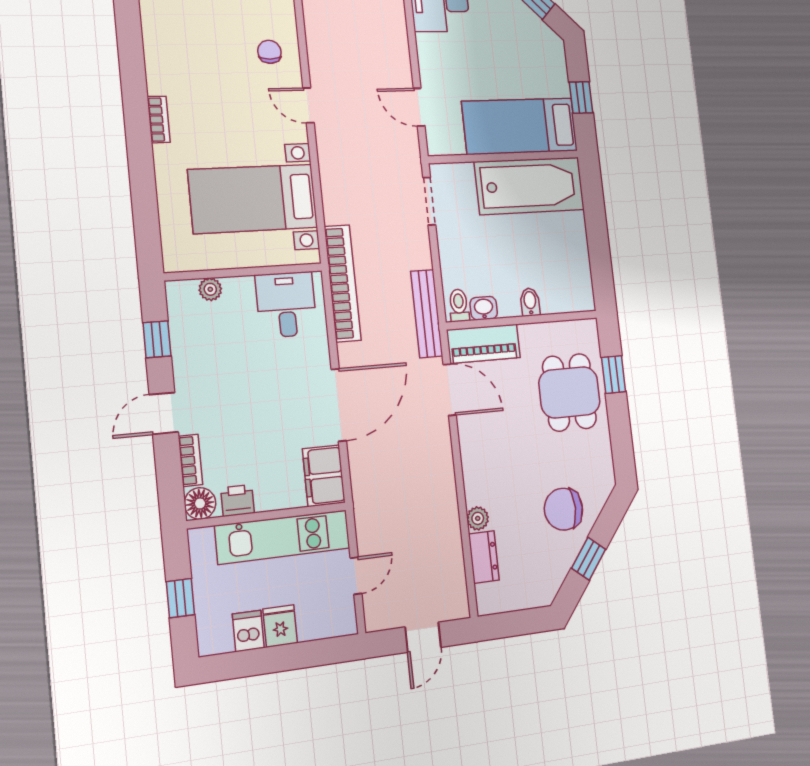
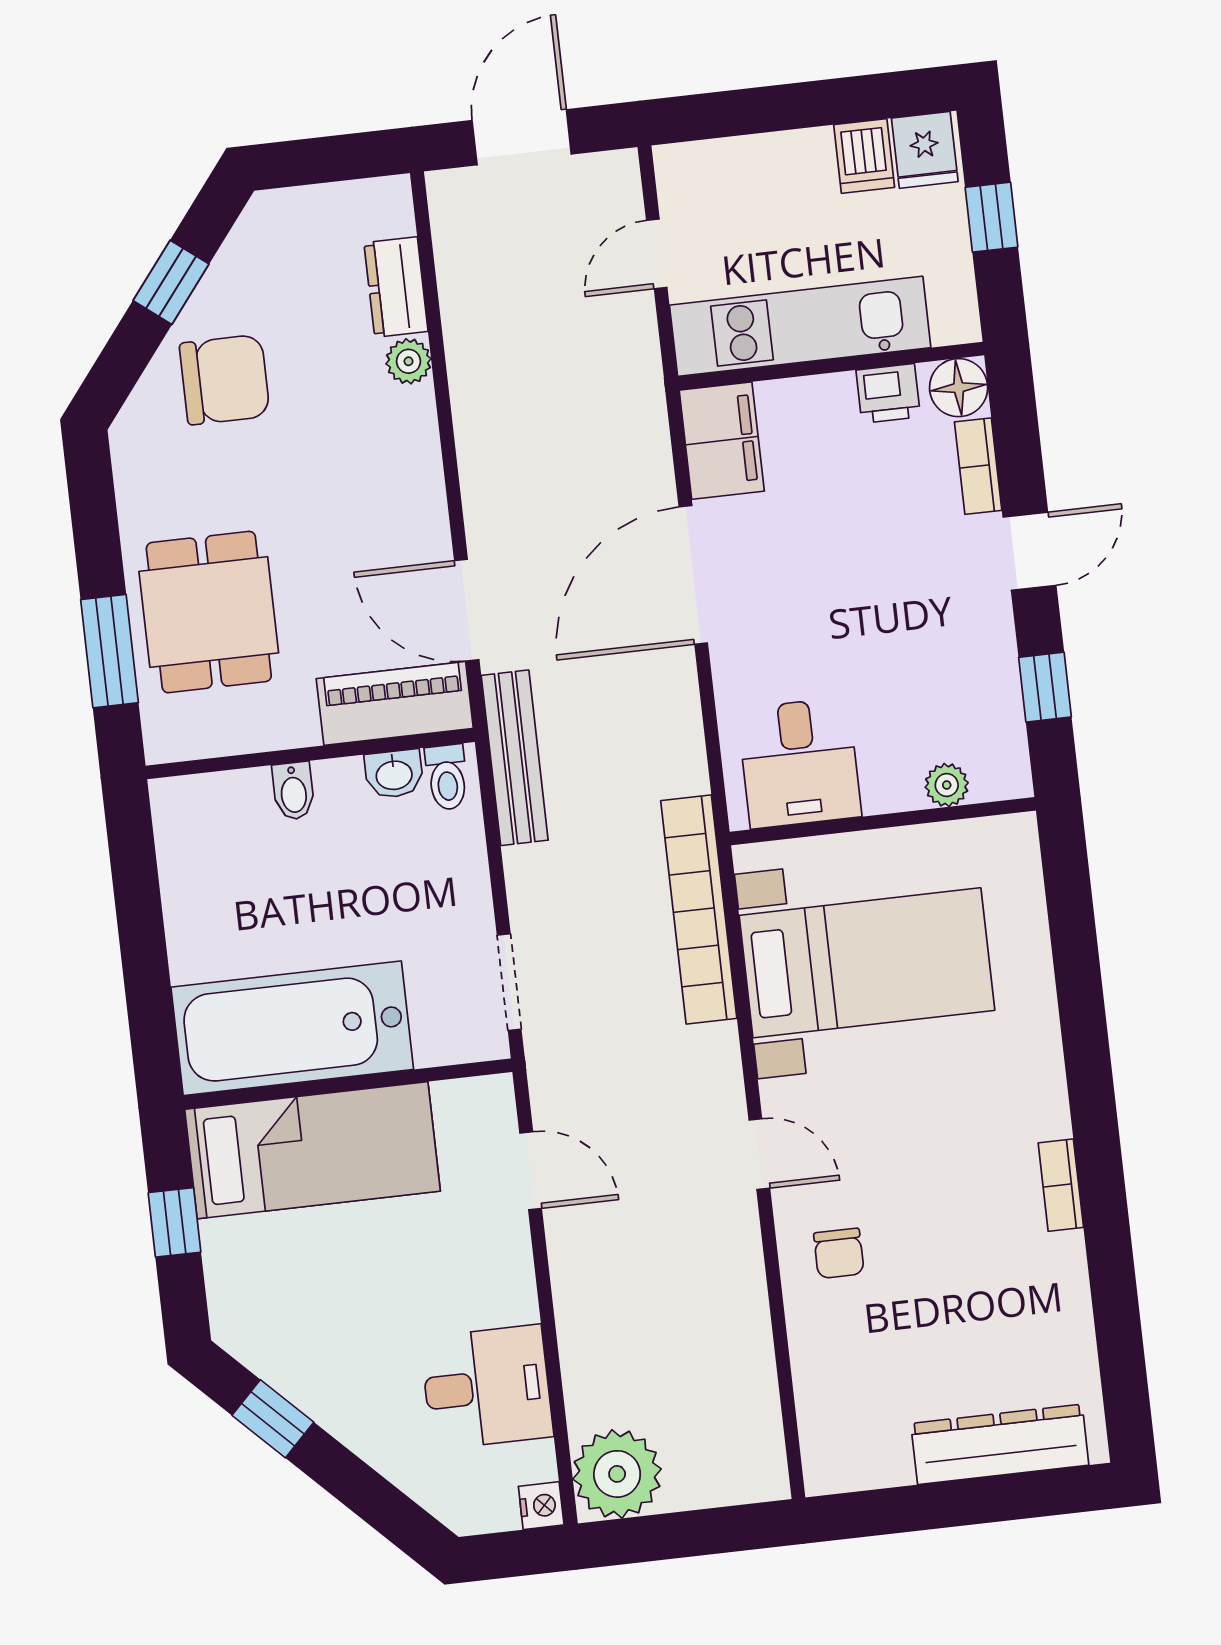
bookcase: (159, 119) -> (1061, 1185), moved
bookcase: (343, 283) -> (699, 910), moved
window: (614, 374) -> (109, 651), width x1.50
fridge: (280, 626) -> (925, 150), moved
door: (423, 637) -> (522, 137), width x1.37

